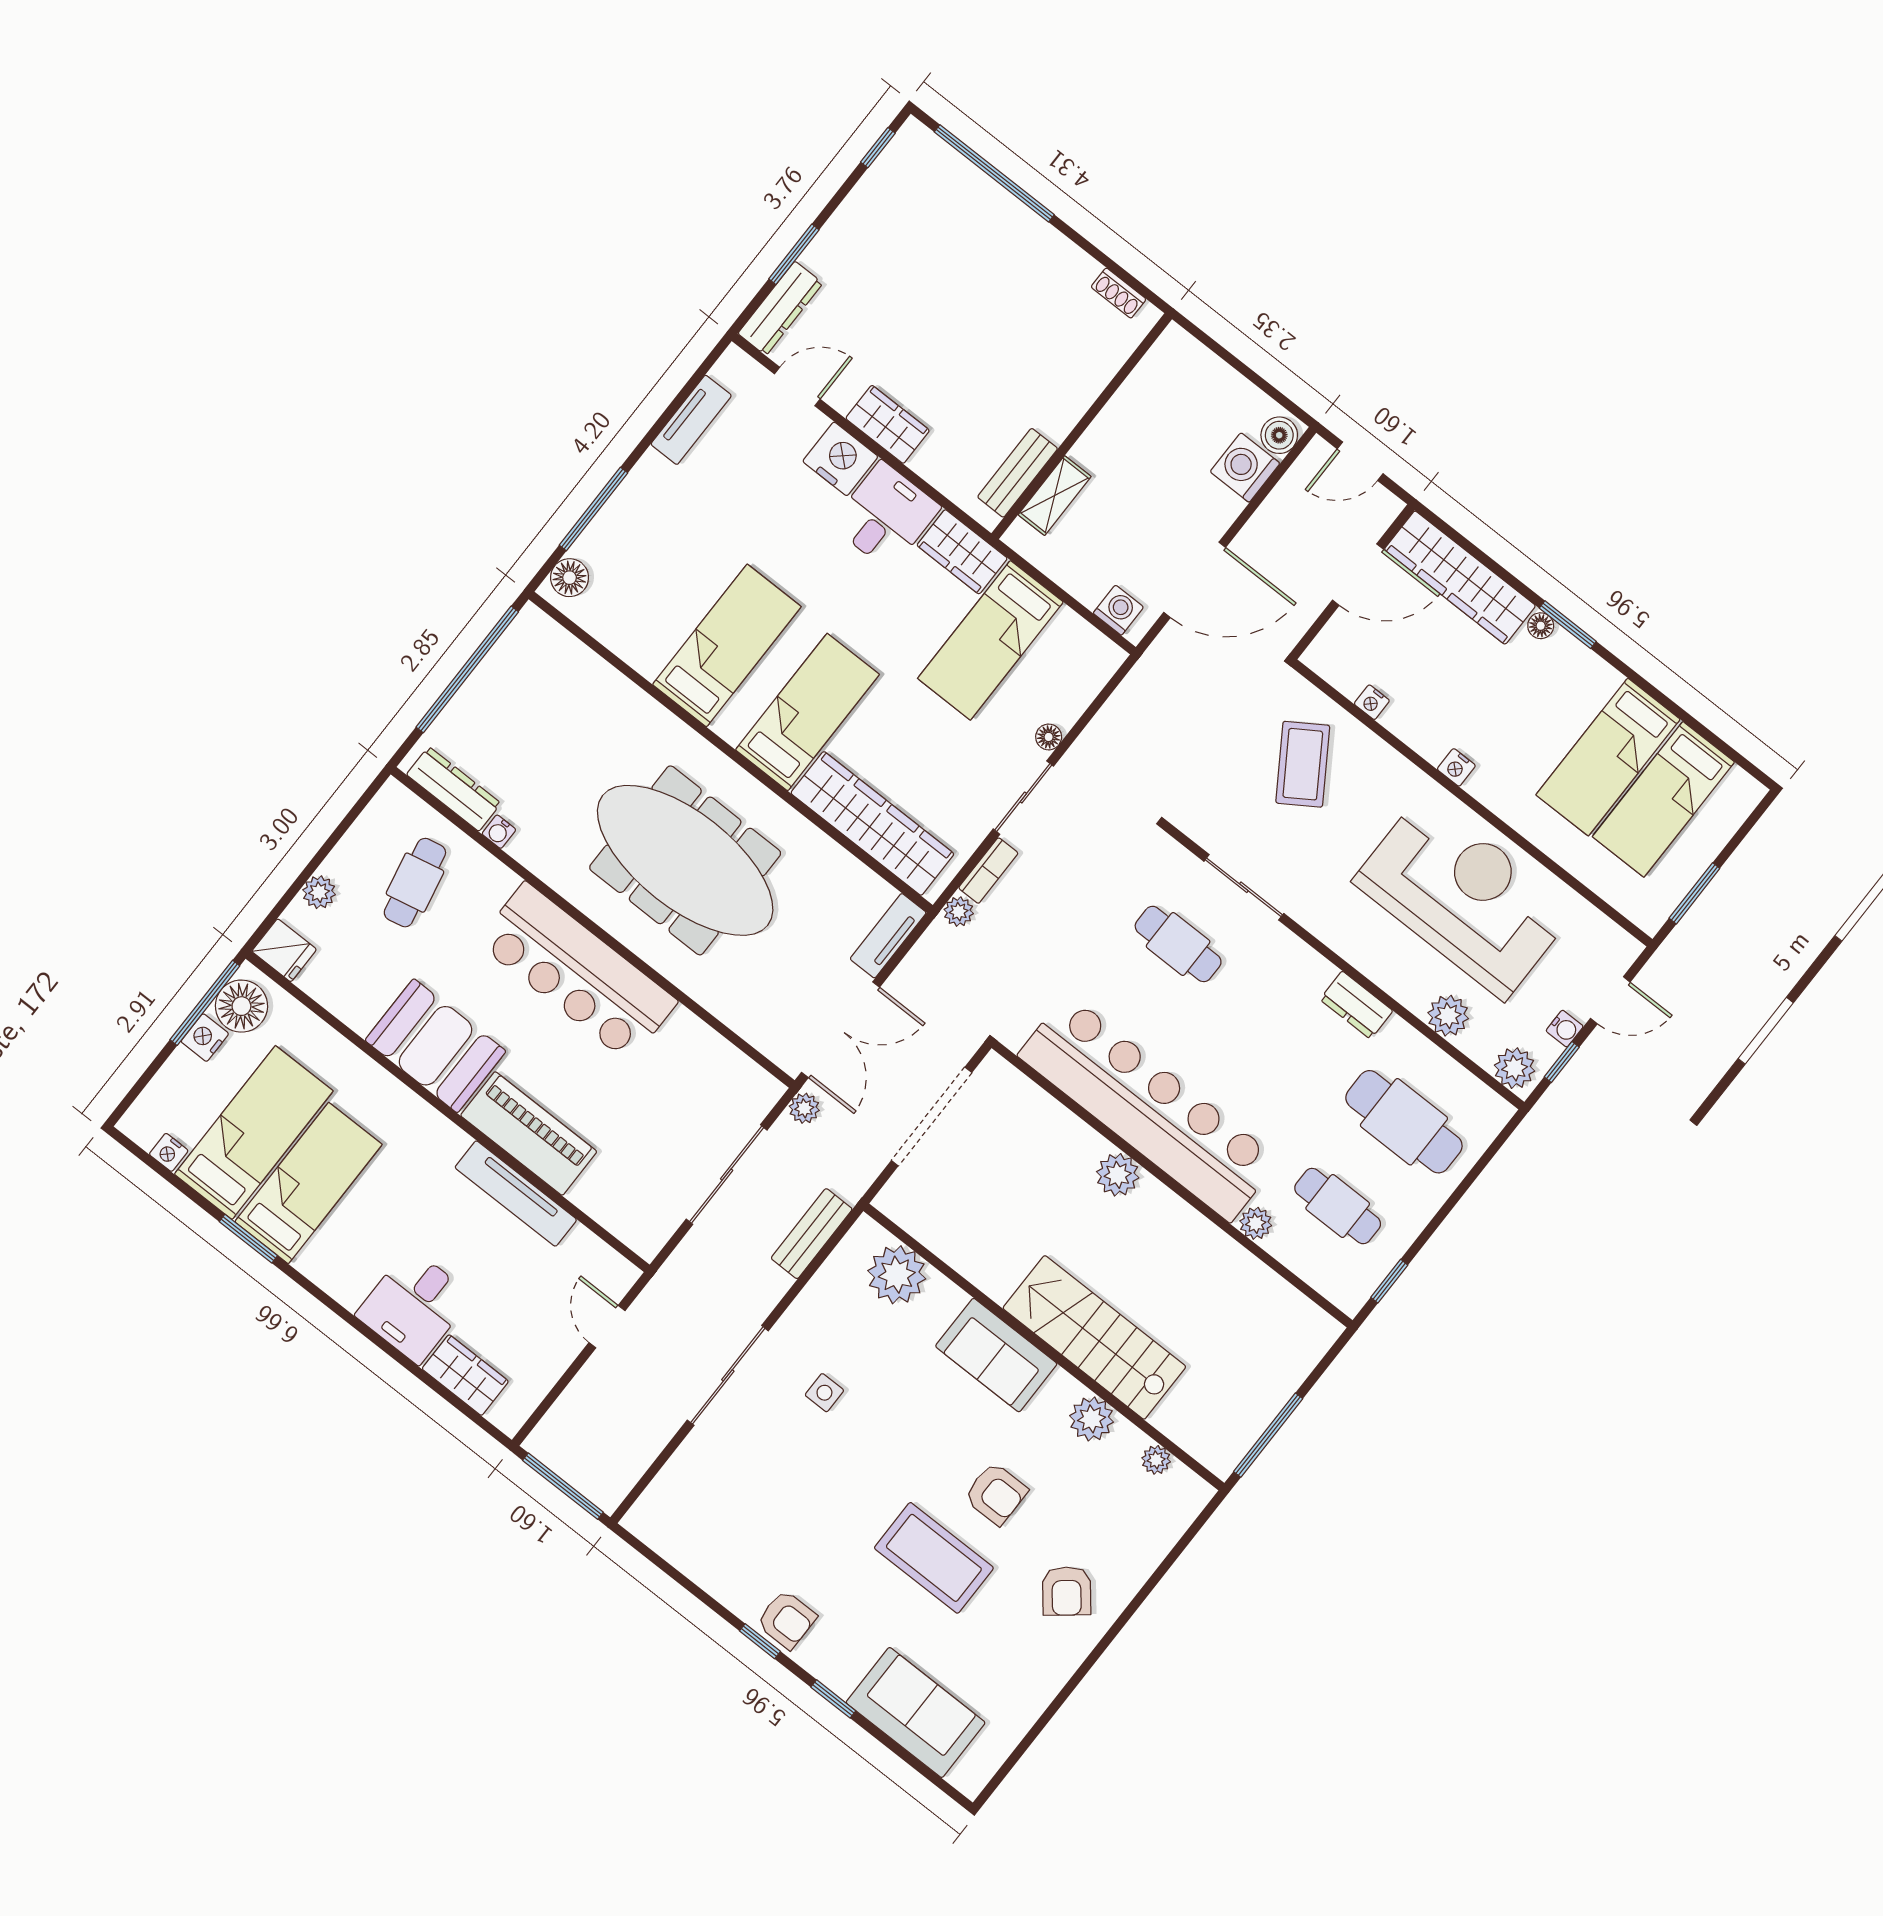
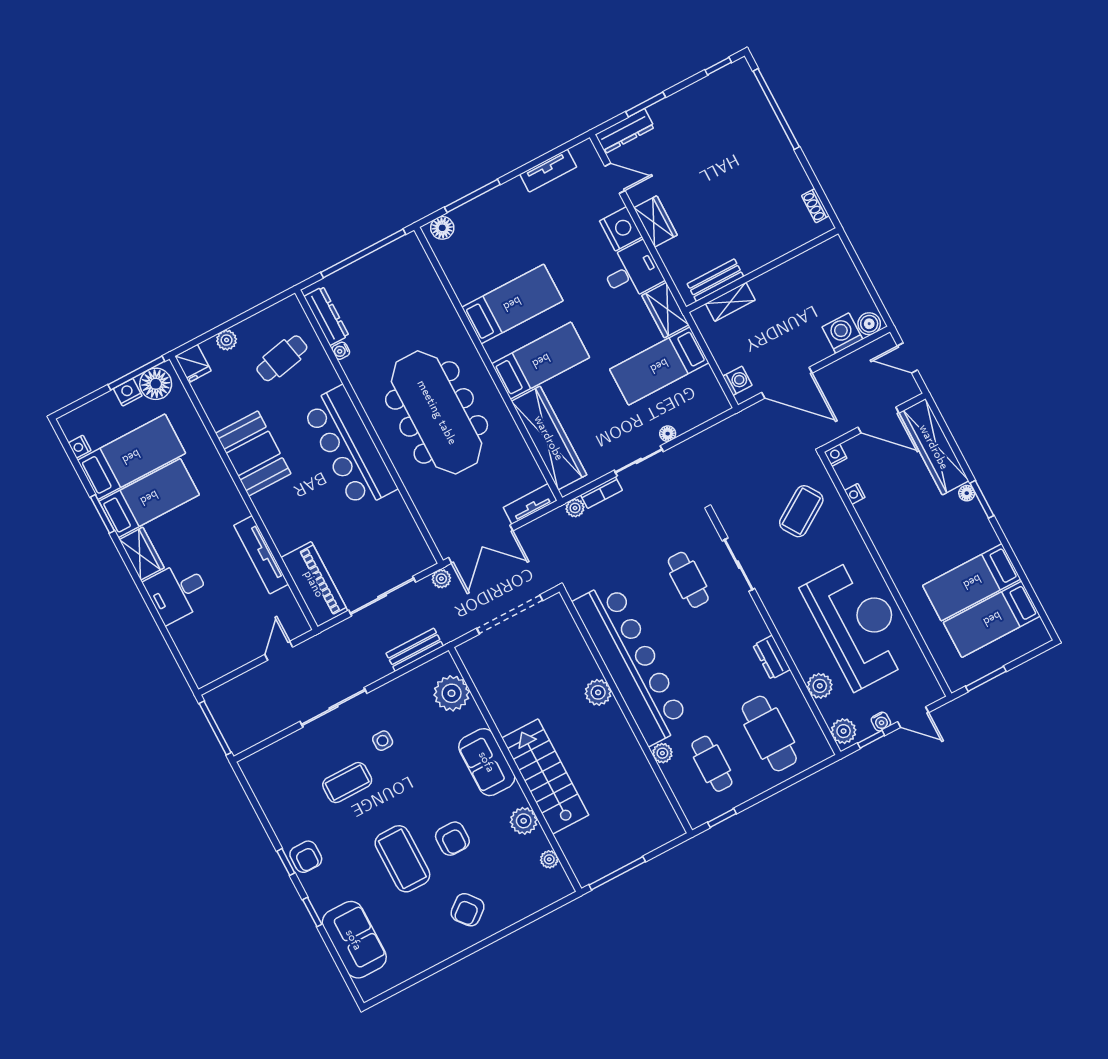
nightstand: (1456, 767) -> (835, 455), moved, turned 90
piano: (529, 1133) -> (314, 584), moved
wardrobe: (465, 1375) -> (142, 554), moved
coffee table: (799, 1480) -> (347, 783), added

